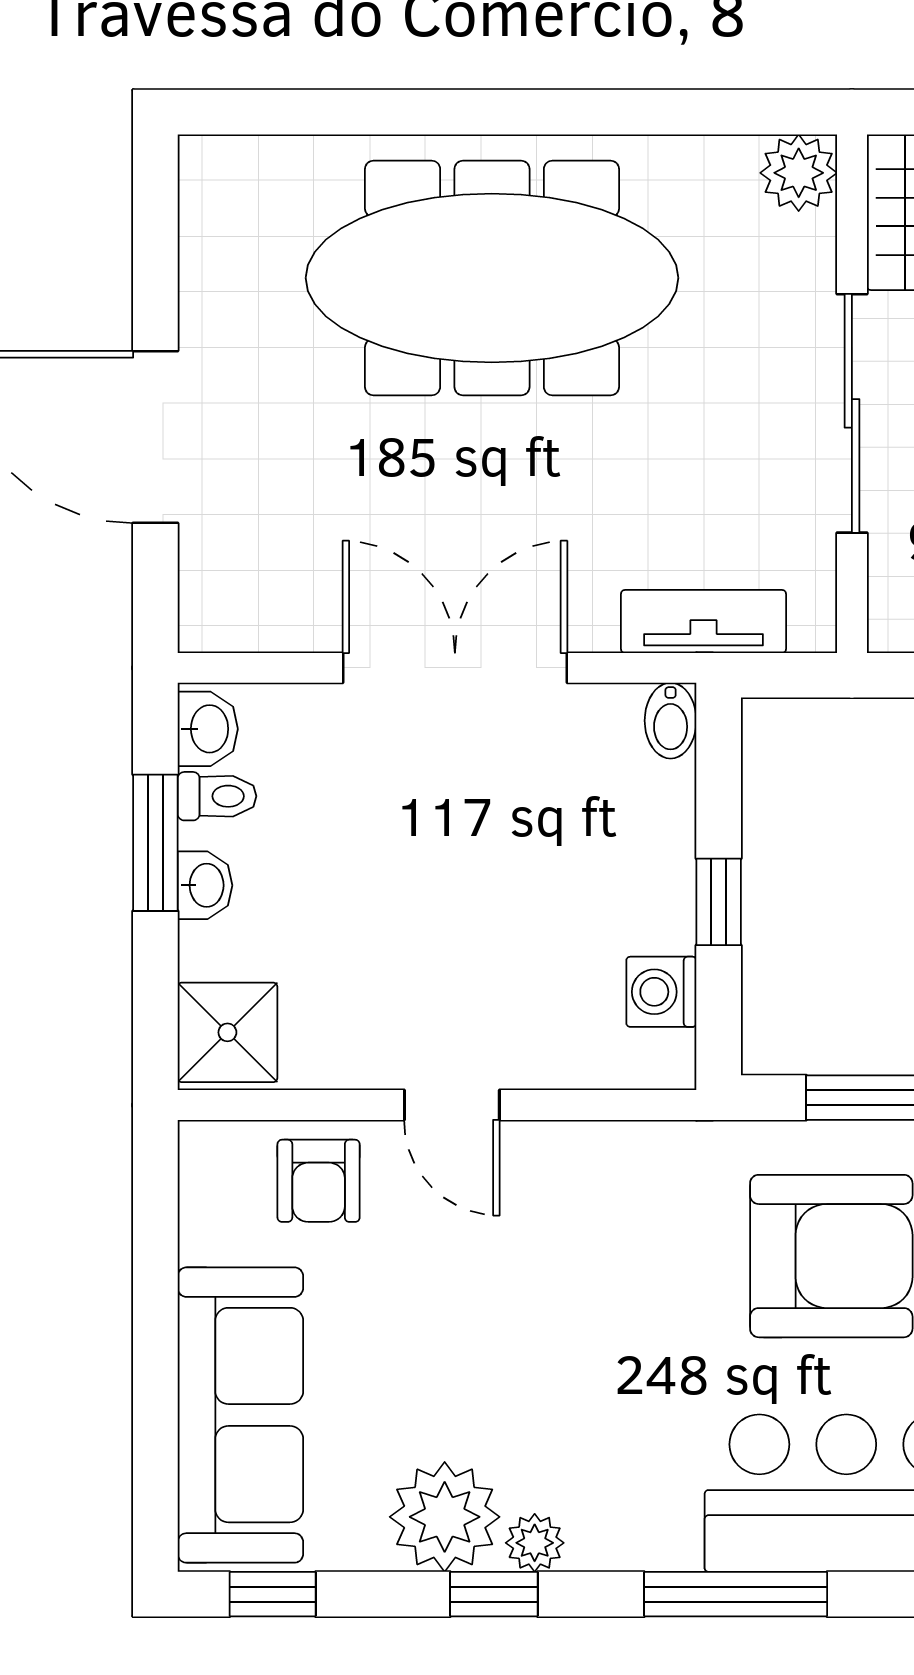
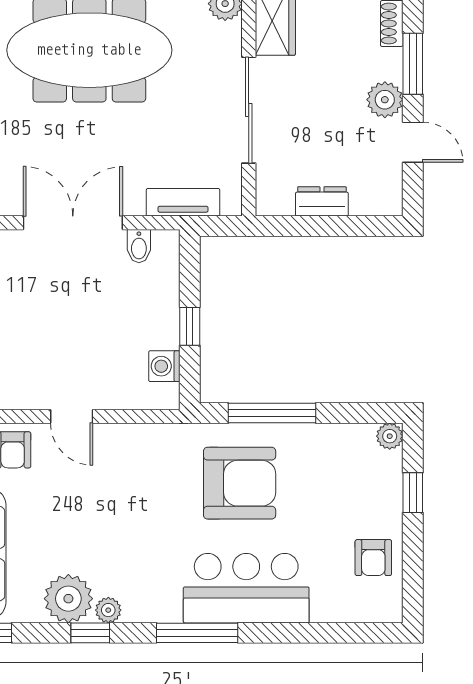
bidet: (671, 721) -> (139, 246), moved

